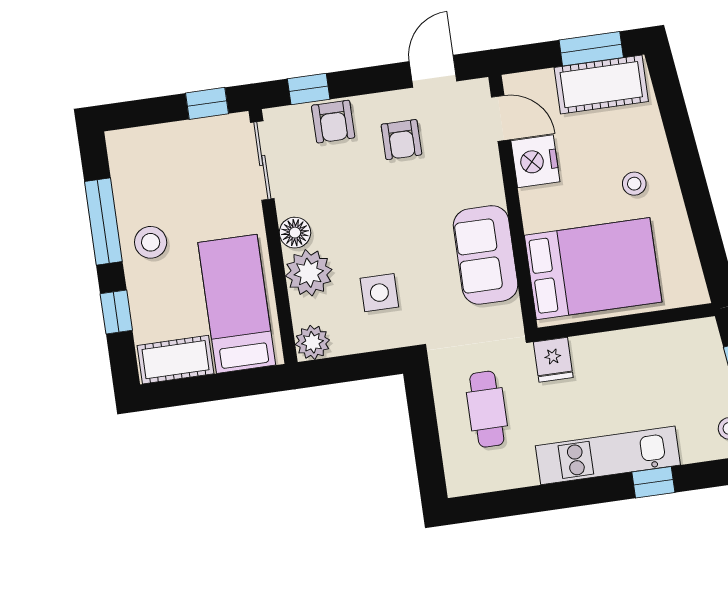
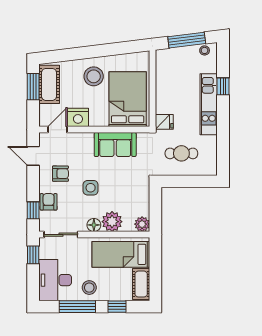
armchair: (333, 122) -> (49, 202), turned -90
desk: (157, 162) -> (55, 280), added
stool: (634, 184) -> (94, 76), width x1.89, depth x1.89
side table: (379, 293) -> (91, 188), moved

